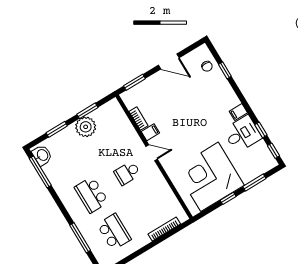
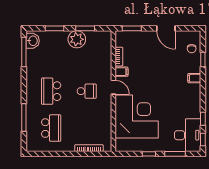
filing cabinet: (238, 112) -> (194, 78), moved
desk: (242, 134) -> (188, 135), moved, width x1.37
school desk: (127, 173) -> (87, 91), turned 180
corner desk: (210, 177) -> (137, 117), moved, turned 90

